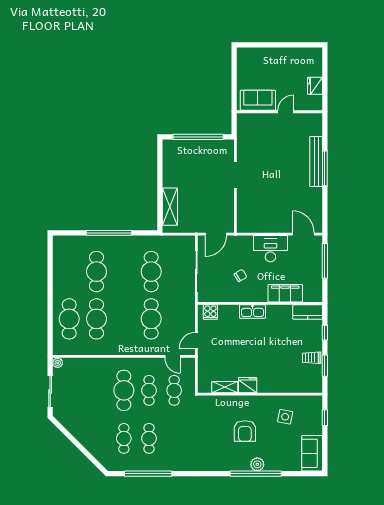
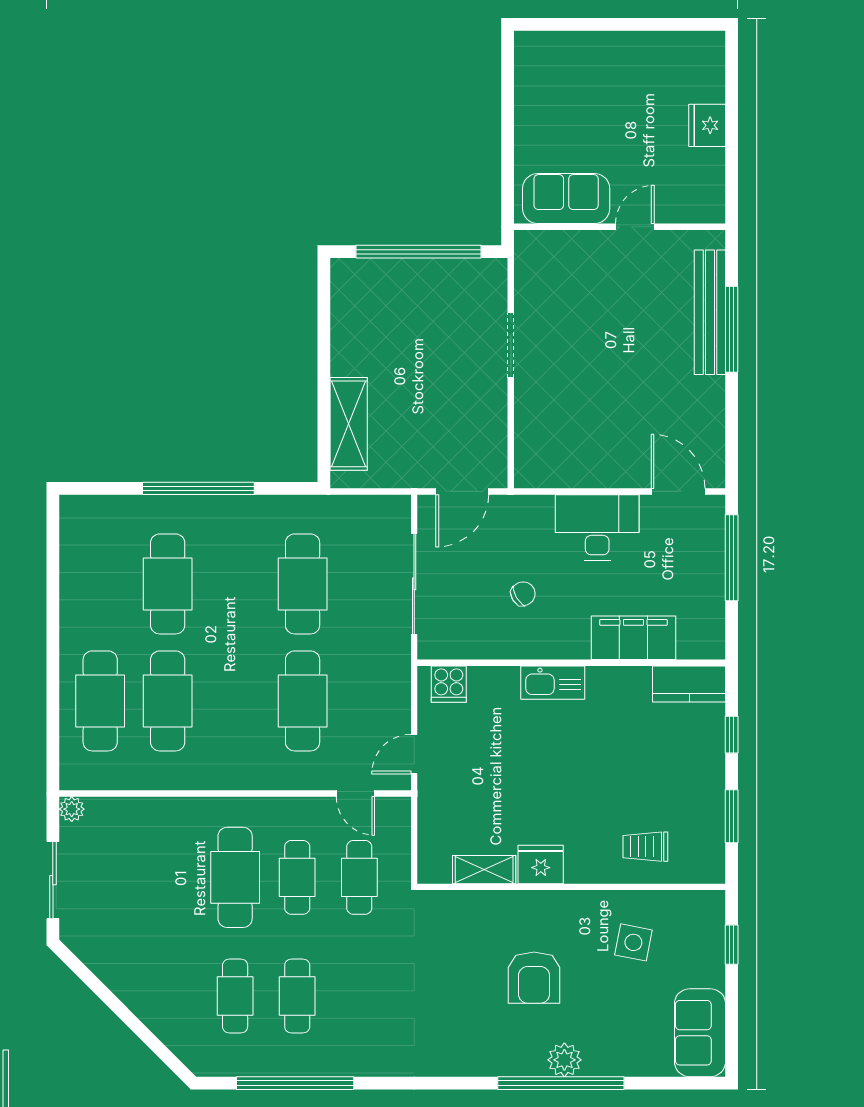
sofa: (258, 100) -> (566, 199), moved
wall: (280, 112) -> (620, 227), moved
door: (286, 112) -> (635, 227), moved
trolley: (312, 358) -> (645, 847), moved

